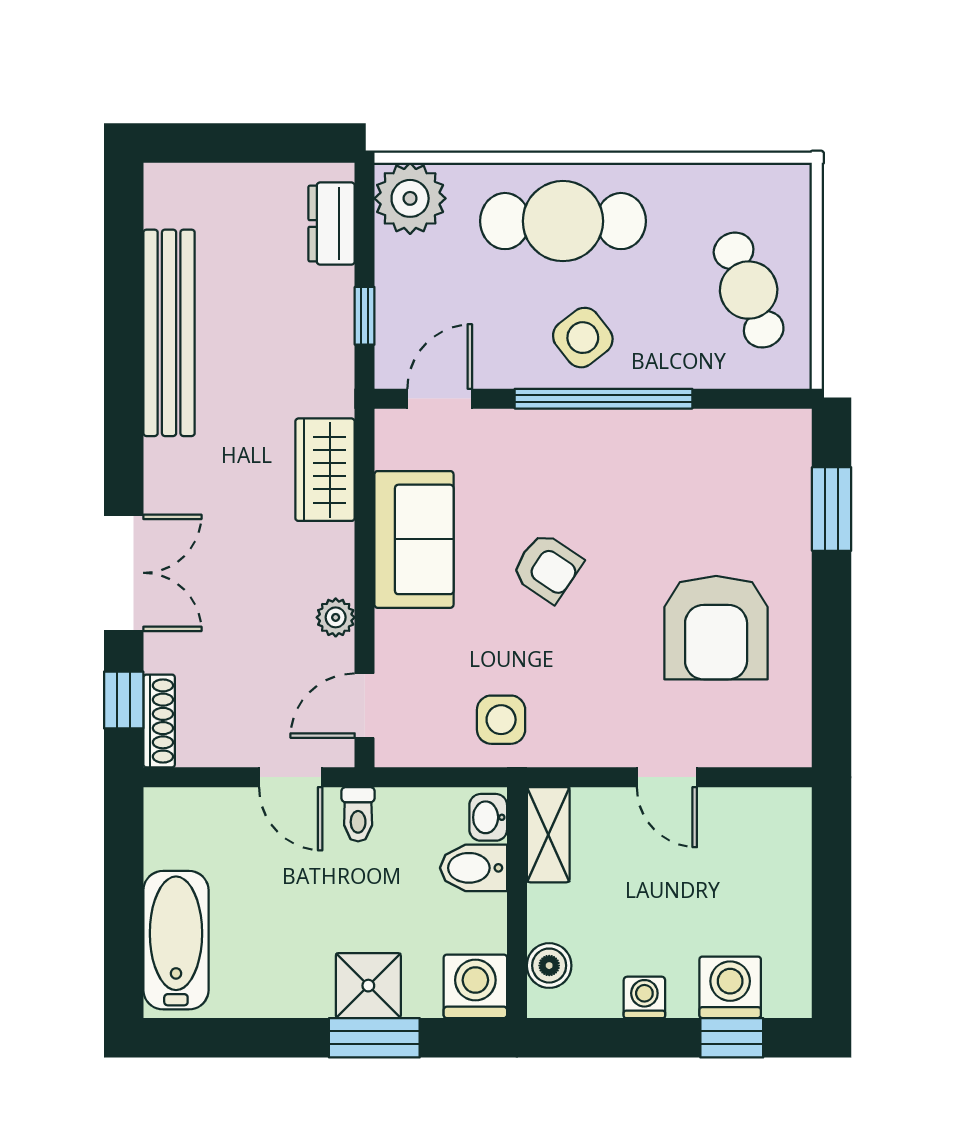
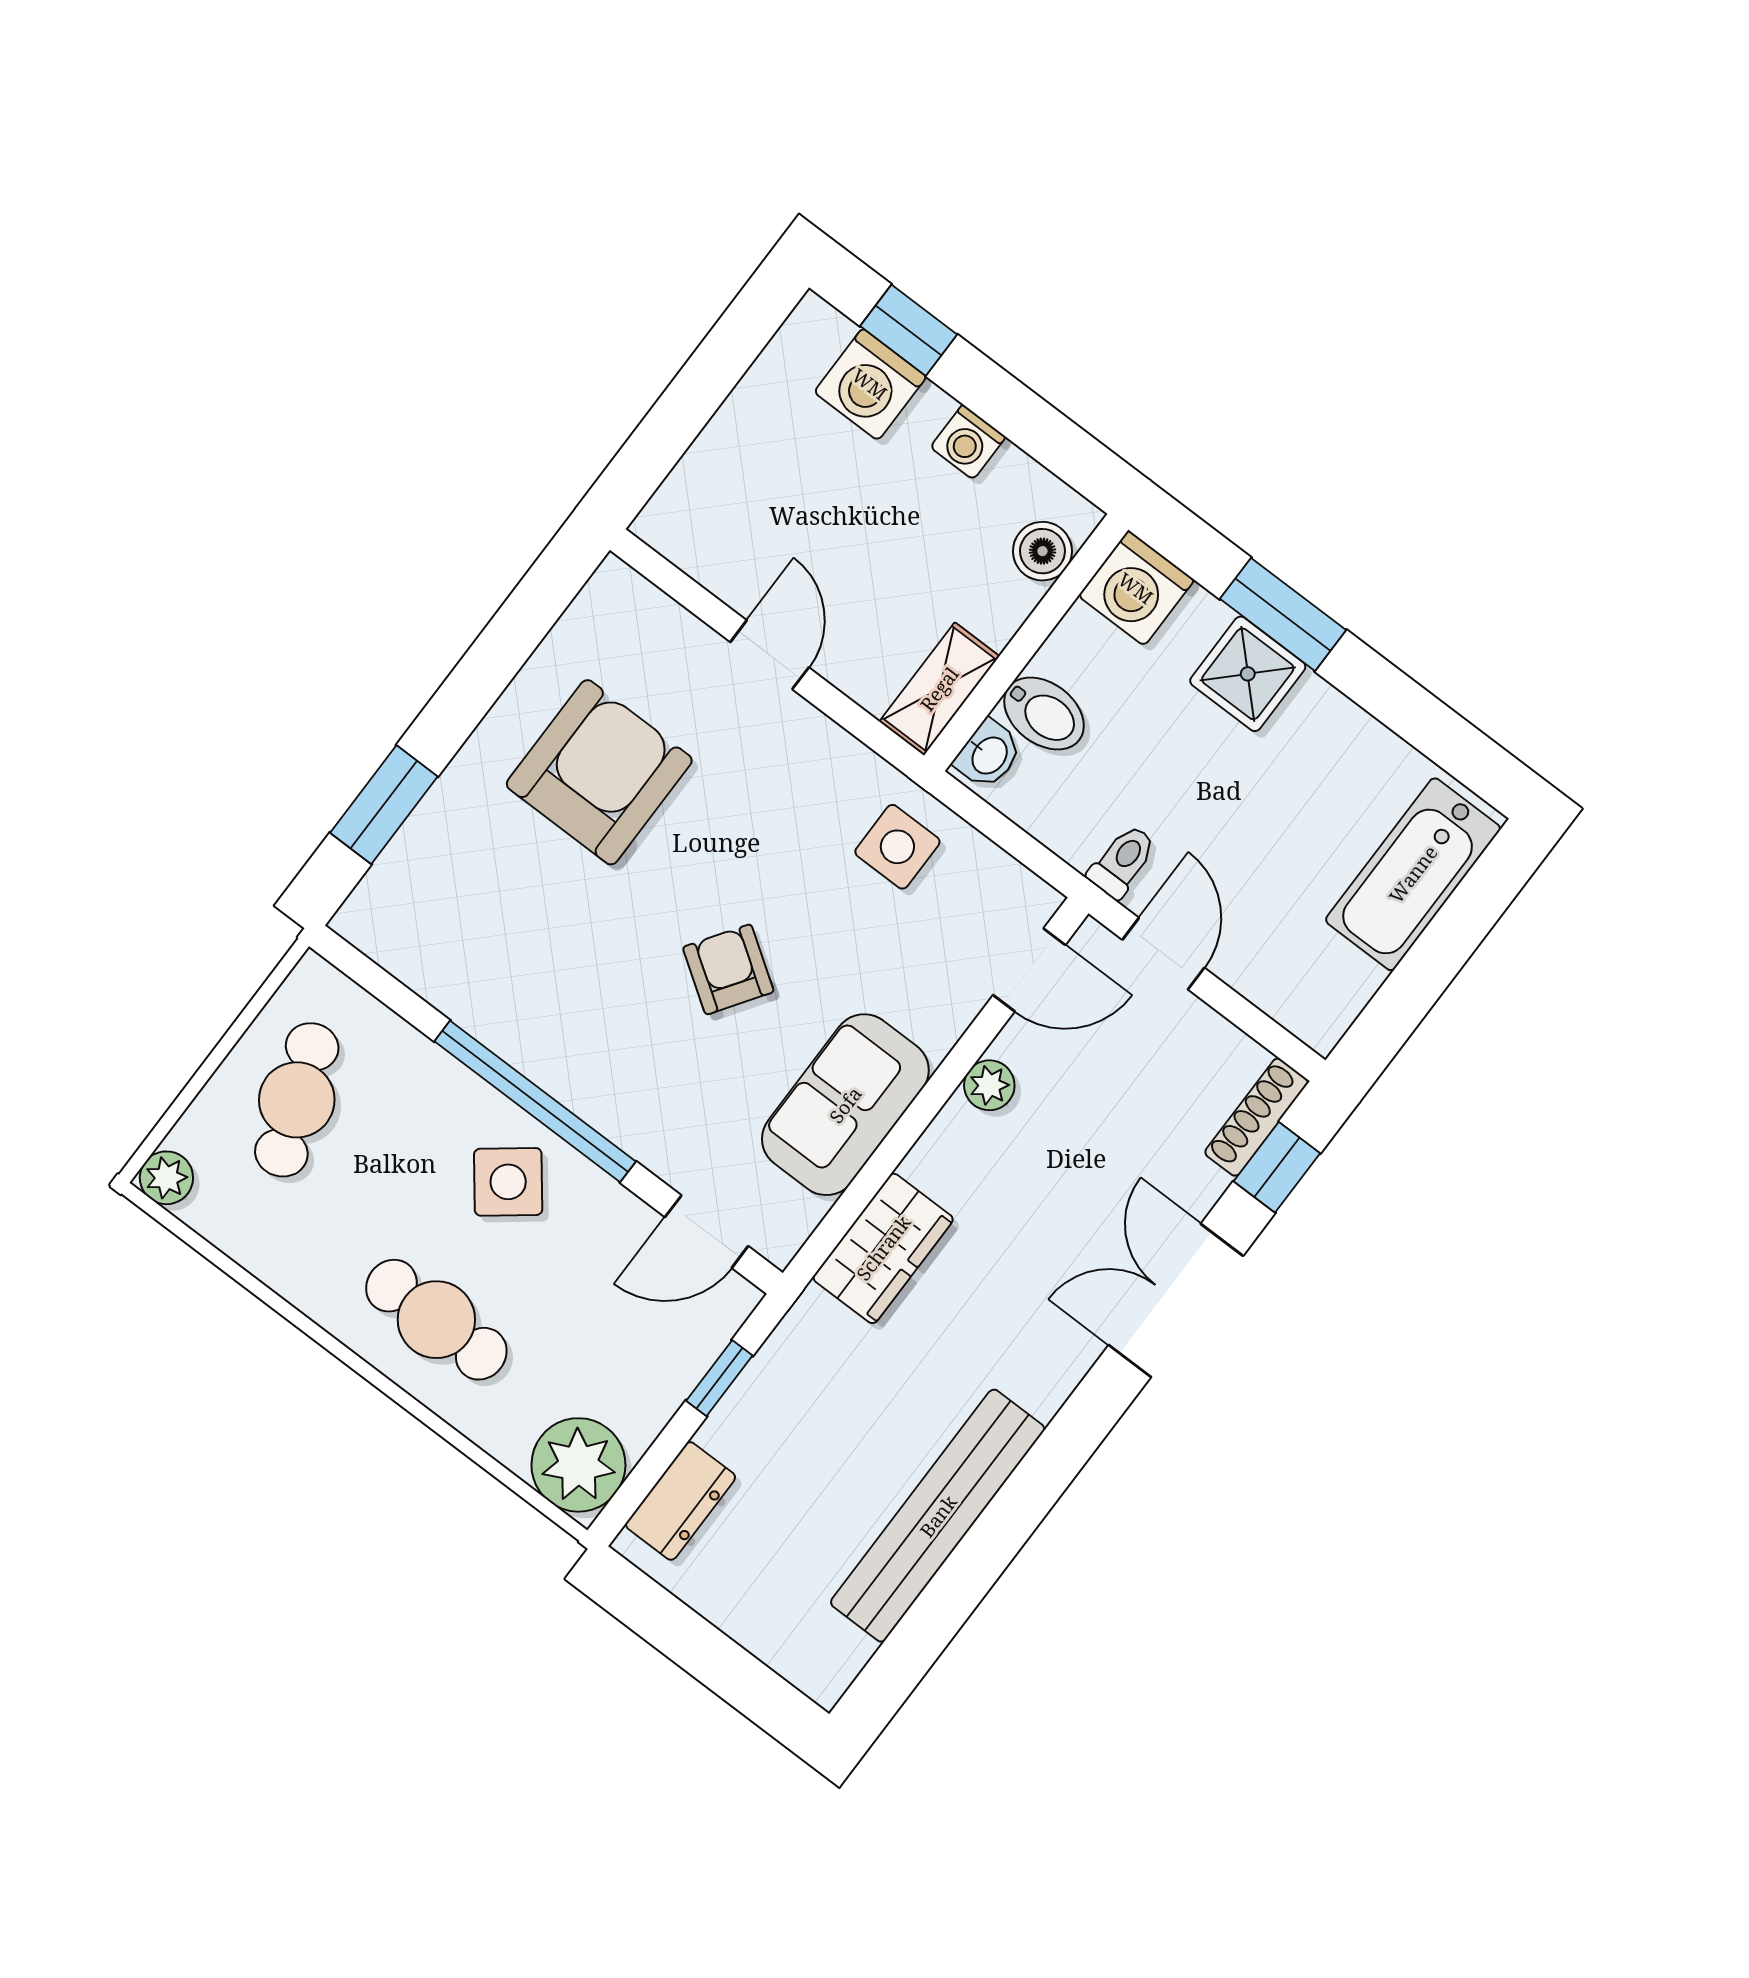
plant: (792, 183) -> (166, 1178), added
cafe table: (563, 221) -> (436, 1320), width x0.73, depth x0.74

